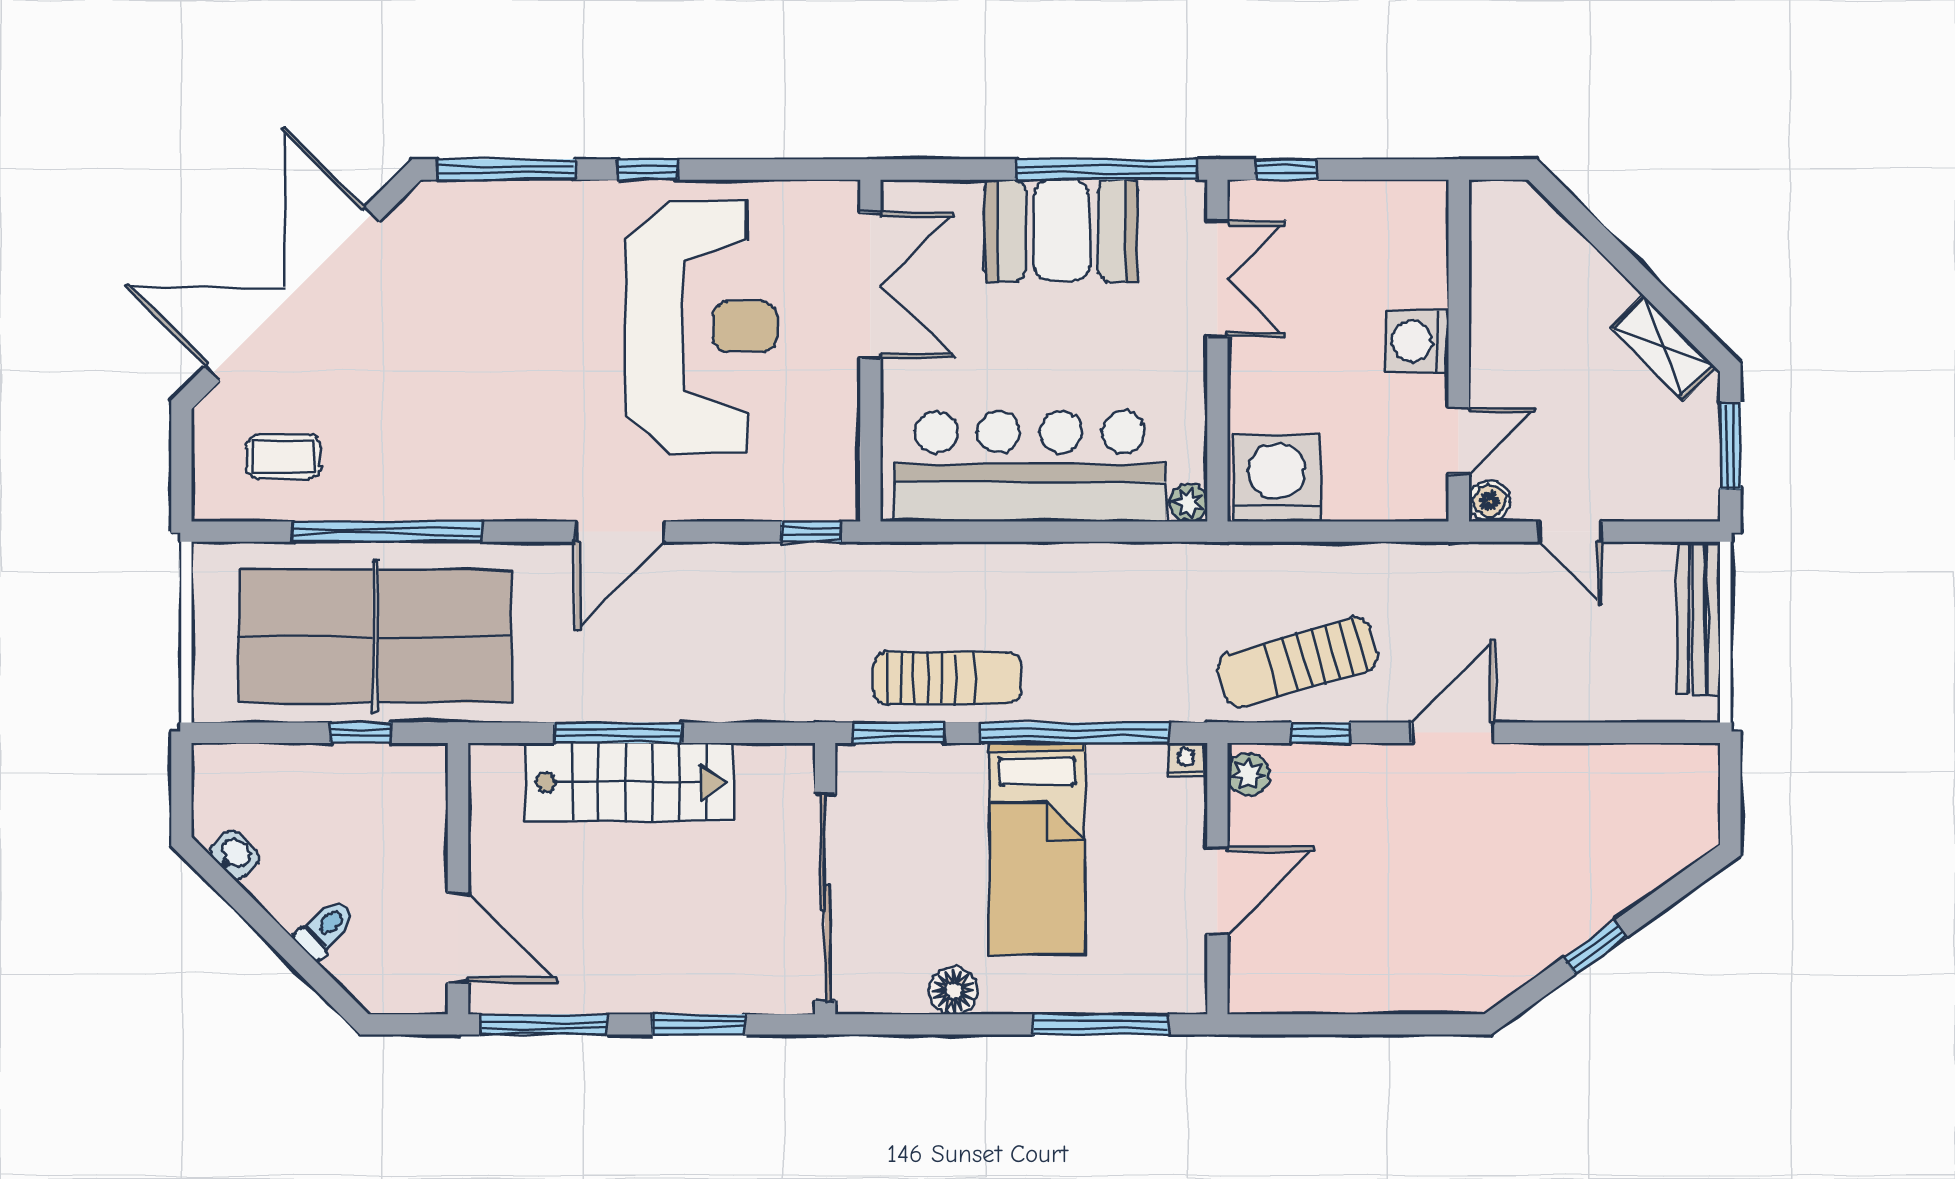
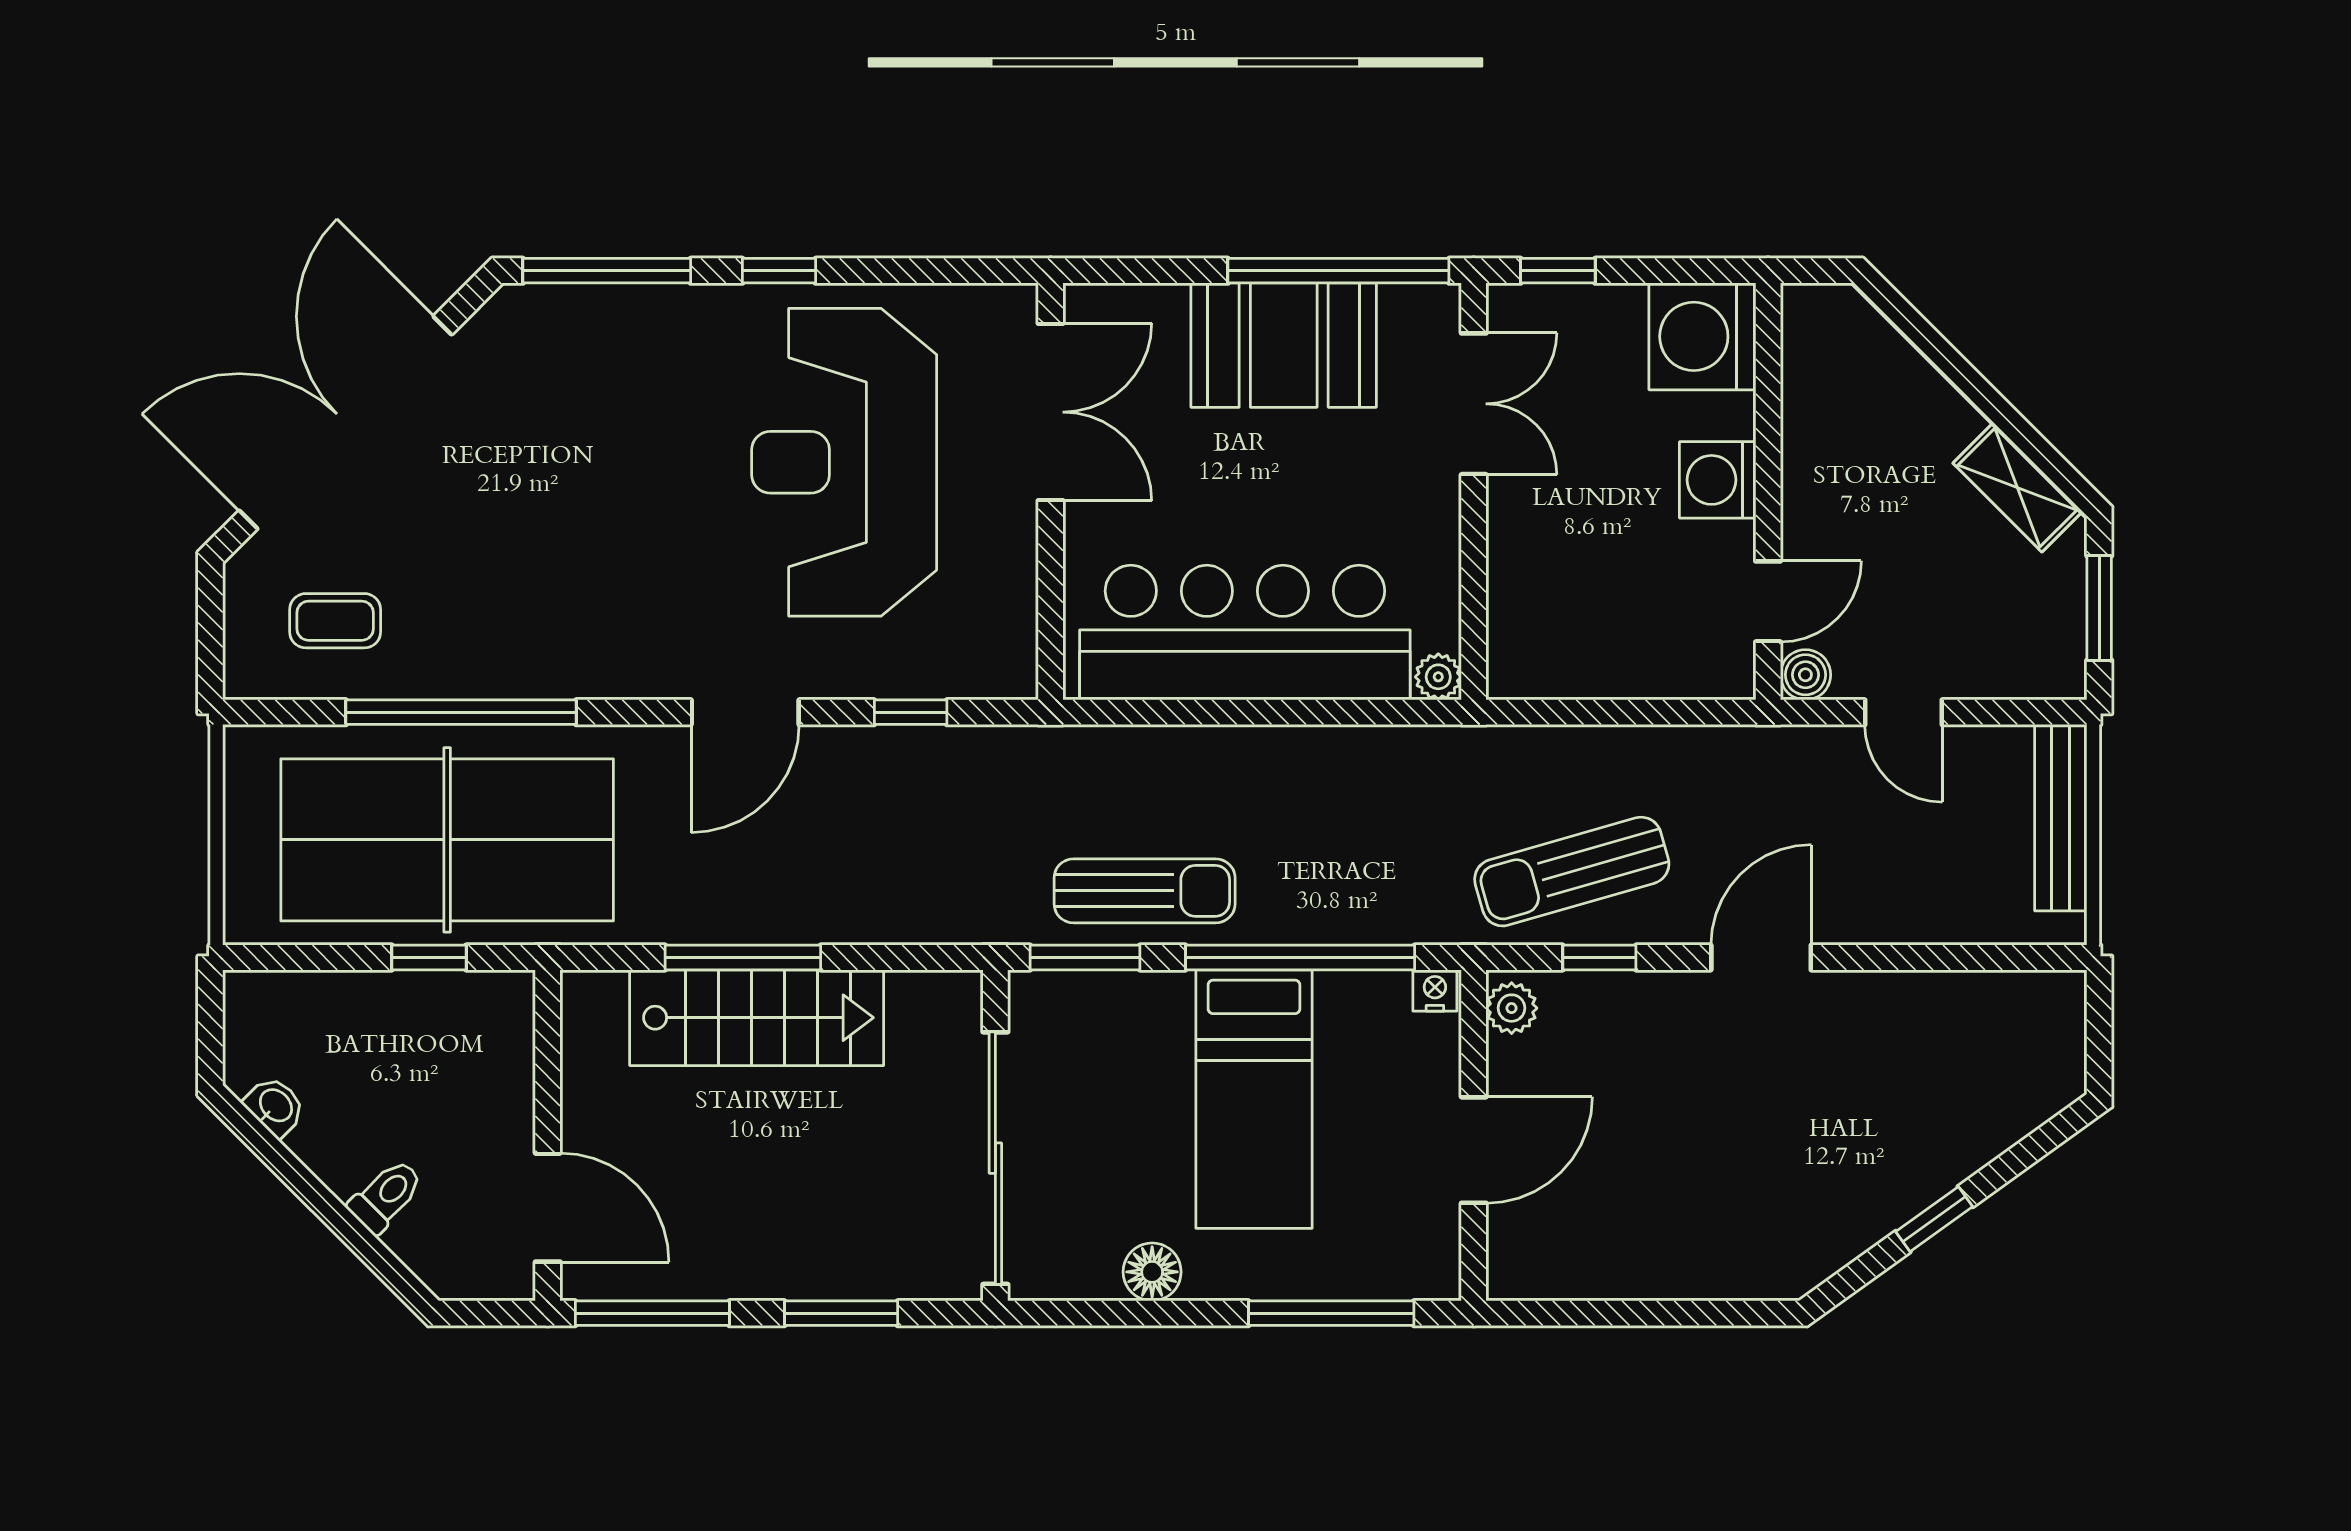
reception desk: (701, 327) -> (844, 462), turned 180
washing machine: (1277, 478) -> (1702, 336), moved, turned -90
window: (811, 532) -> (911, 712), moved

